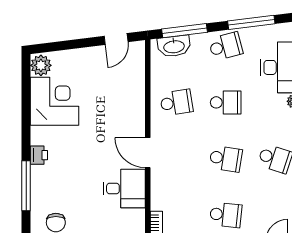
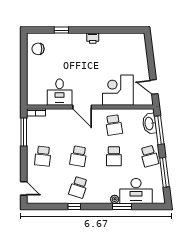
plant: (41, 65) -> (137, 39), removed
corner desk: (55, 101) -> (118, 90), moved, turned 180
door: (148, 153) -> (82, 107), swing flipped
printer: (39, 155) -> (93, 38), moved
window: (26, 186) -> (61, 30), width x0.46

